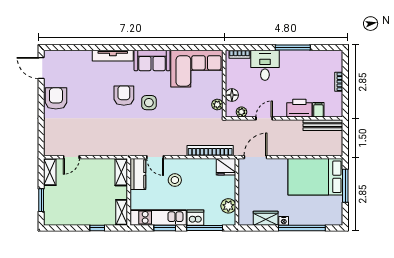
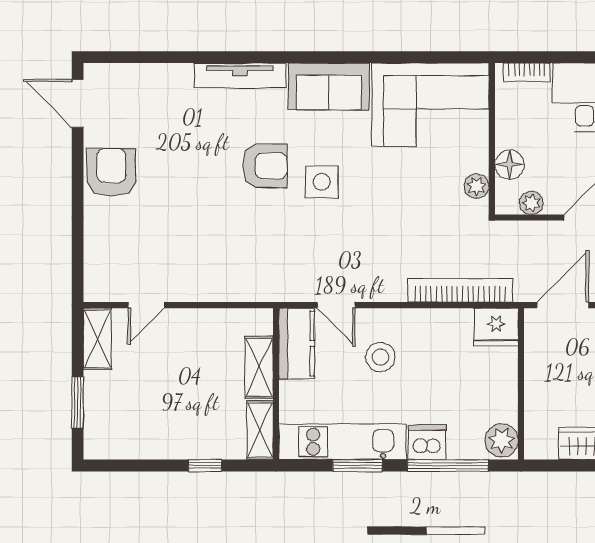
armchair: (124, 96) -> (265, 166), turned 90
shelving: (121, 172) -> (259, 367), moved
plant: (228, 206) -> (502, 440), moved

